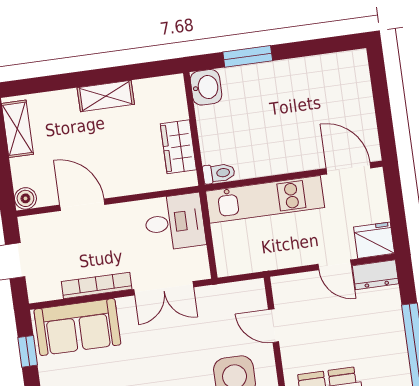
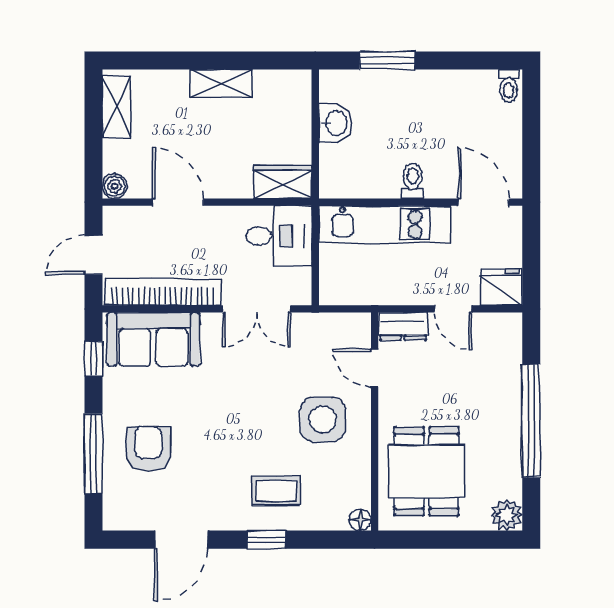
toilet: (356, 64) -> (508, 86), added
washbasin: (206, 87) -> (335, 123), moved
wardrobe: (178, 147) -> (283, 182), moved, turned 90
toilet: (219, 173) -> (413, 181), moved, turned -90
dresser: (376, 275) -> (403, 326), moved
bookcase: (97, 285) -> (163, 292), width x1.48, depth x1.31

